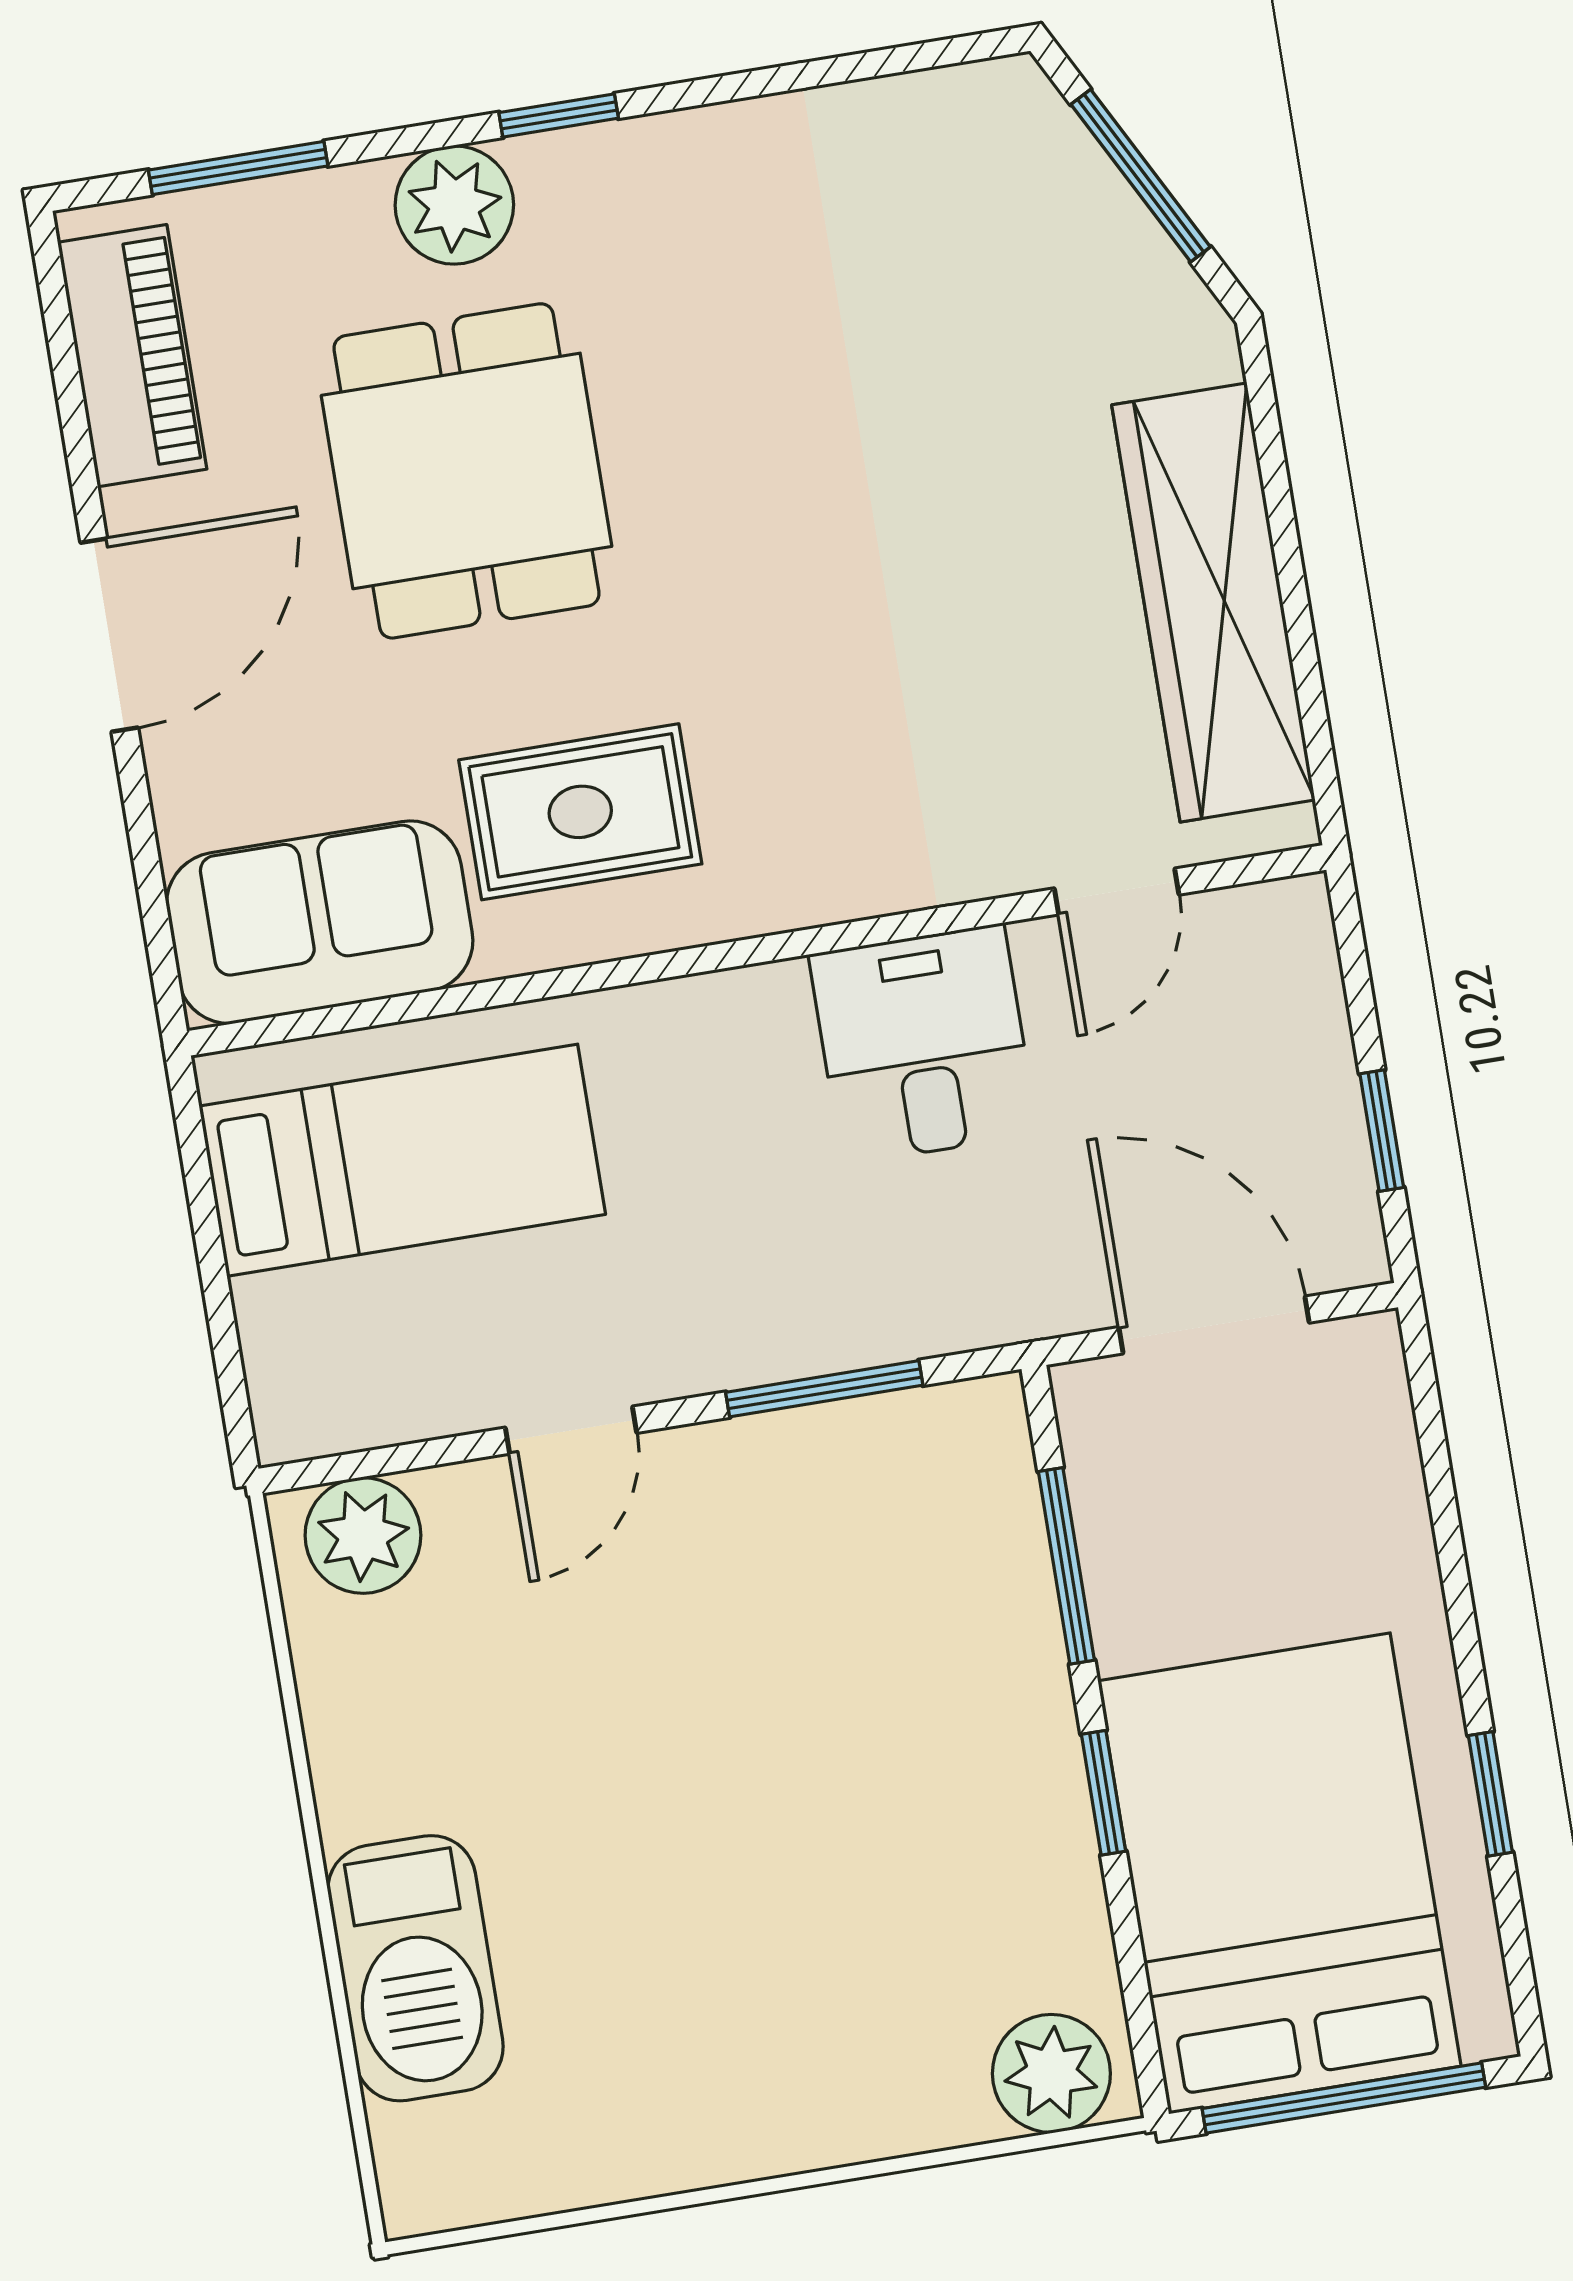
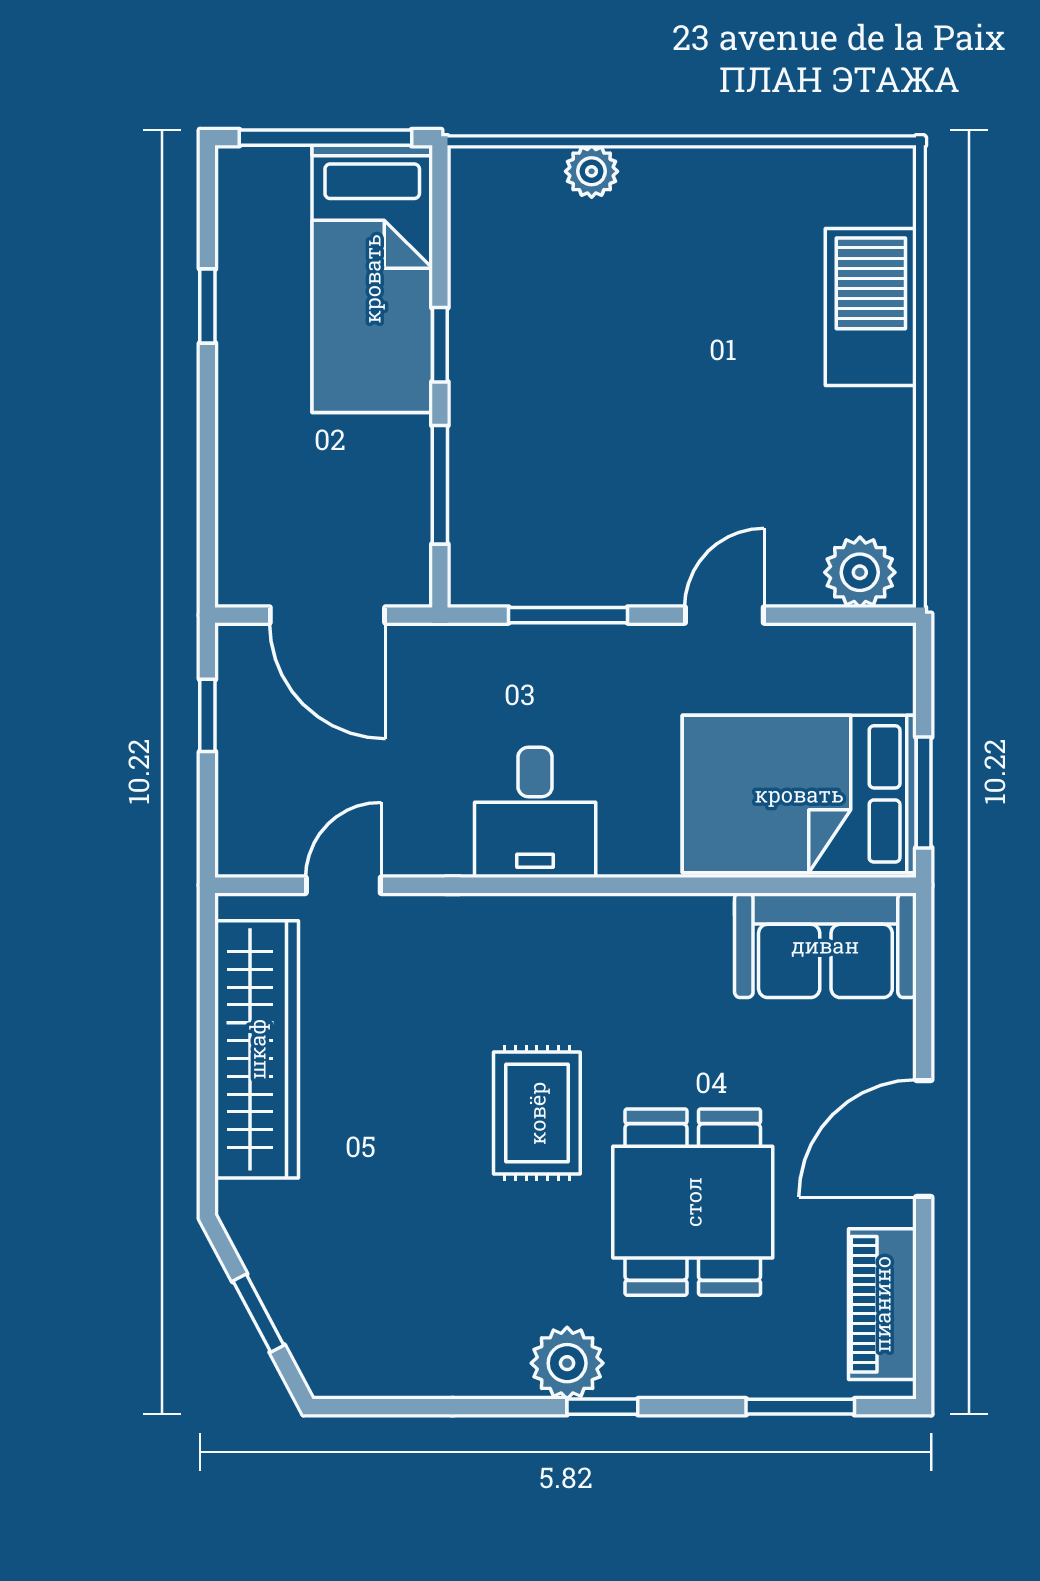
window: (1141, 176) -> (258, 1313), width x0.67
plant: (454, 205) -> (567, 1363), moved
rug: (580, 812) -> (537, 1113), moved, turned 90
desk: (923, 1044) -> (535, 812), moved
bed: (402, 1160) -> (799, 794), width x1.50
window: (201, 1196) -> (924, 792), added
bed: (1279, 1873) -> (372, 279), width x0.67
plant: (1051, 2073) -> (592, 171), moved, width x0.73, depth x0.73

